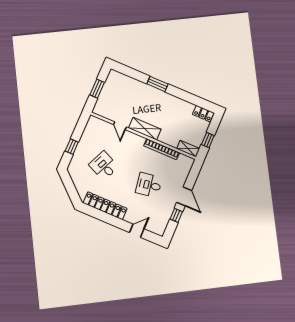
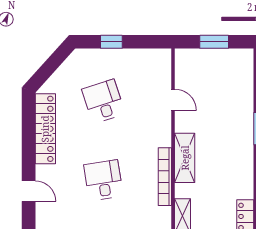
door: (120, 126) -> (173, 100), swing flipped
shelving: (145, 129) -> (185, 158), moved
desk: (104, 166) -> (103, 101), turned -42

